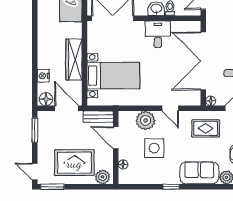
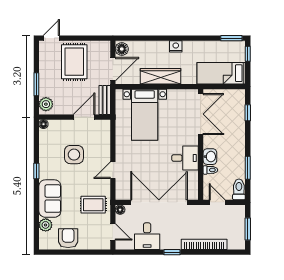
nightstand: (43, 76) -> (176, 46), moved
plant: (146, 120) -> (101, 146), removed
rug: (206, 128) -> (93, 205), turned 90
window: (35, 130) -> (91, 38), removed
rug: (74, 163) -> (74, 62), moved
floor lamp: (123, 164) -> (43, 124), moved
window: (52, 187) -> (36, 84), moved

